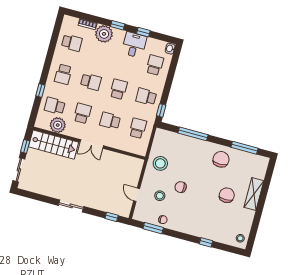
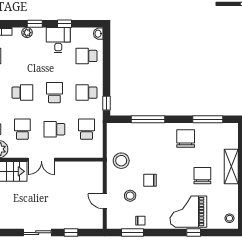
plant: (104, 34) -> (27, 33), width x0.53, depth x0.53
school desk: (155, 65) -> (87, 56), turned -90
window: (112, 217) -> (71, 233), moved
grand piano: (206, 223) -> (188, 212), added

